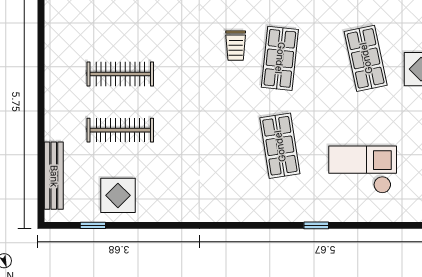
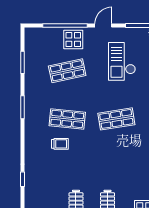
checkout: (363, 170) -> (122, 61), moved

